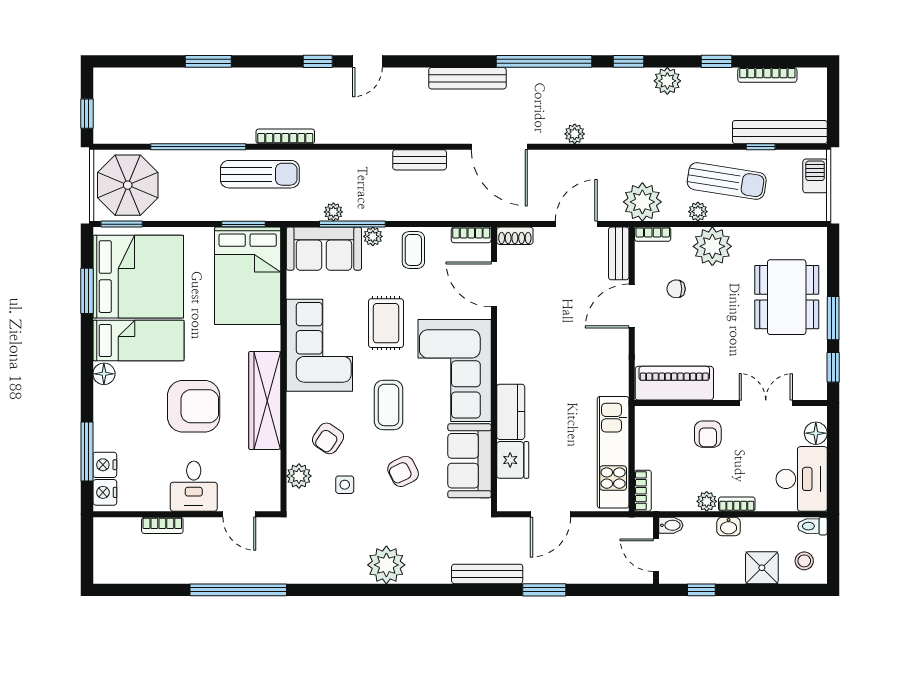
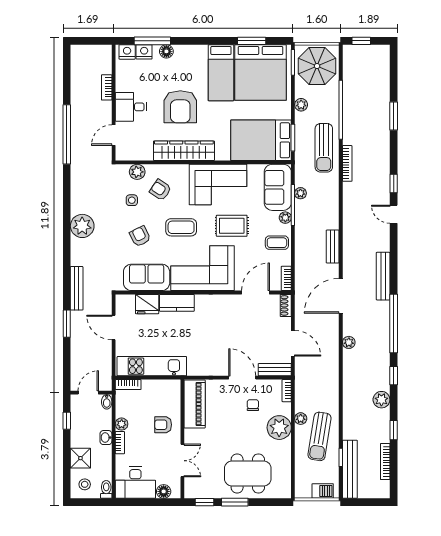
plant: (642, 202) -> (301, 105), moved, width x0.53, depth x0.53
floor lamp: (104, 374) -> (166, 51), moved

